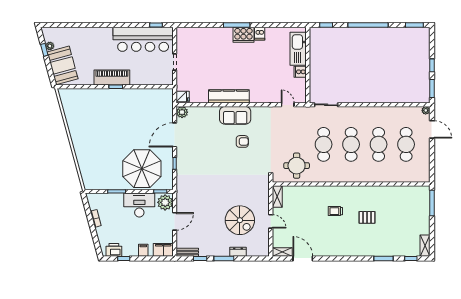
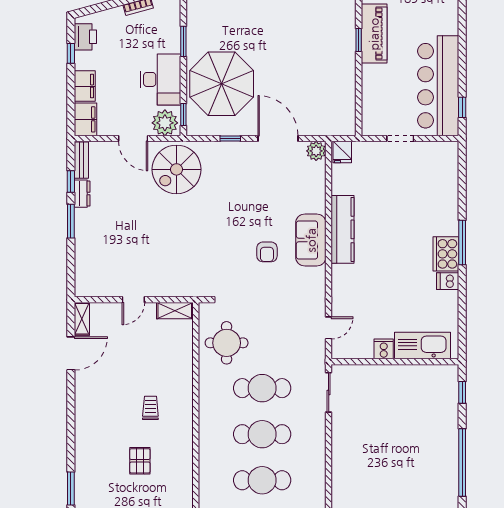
spiral stairs: (240, 220) -> (177, 169), moved
filing cabinet: (143, 250) -> (85, 86), width x2.00
dresser: (238, 252) -> (82, 194), moved

